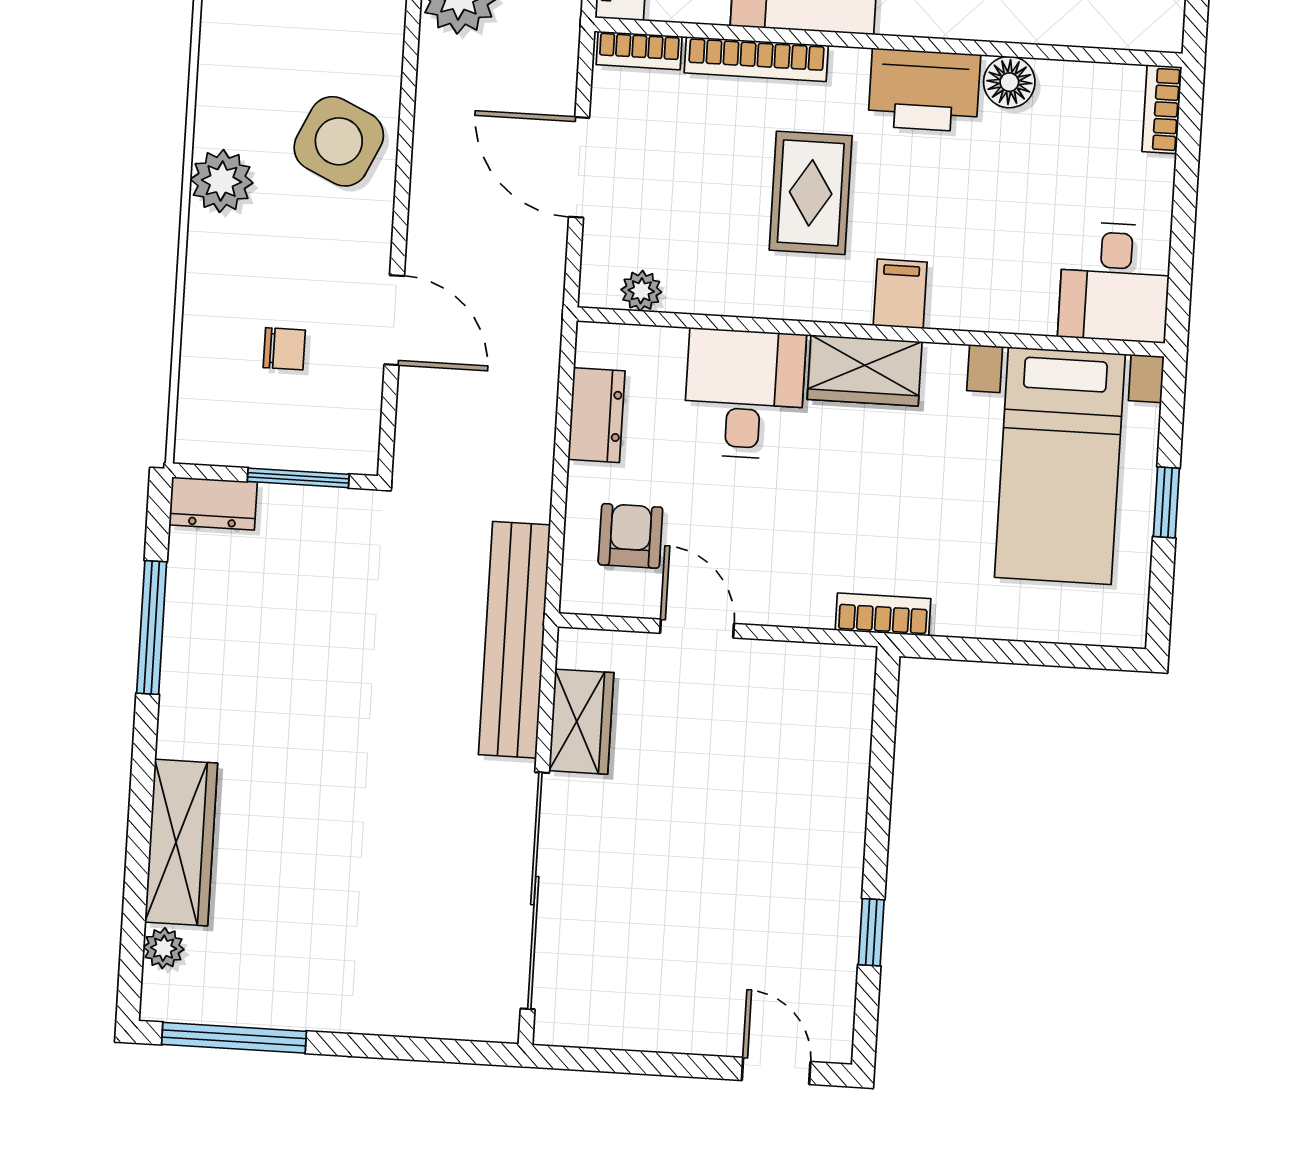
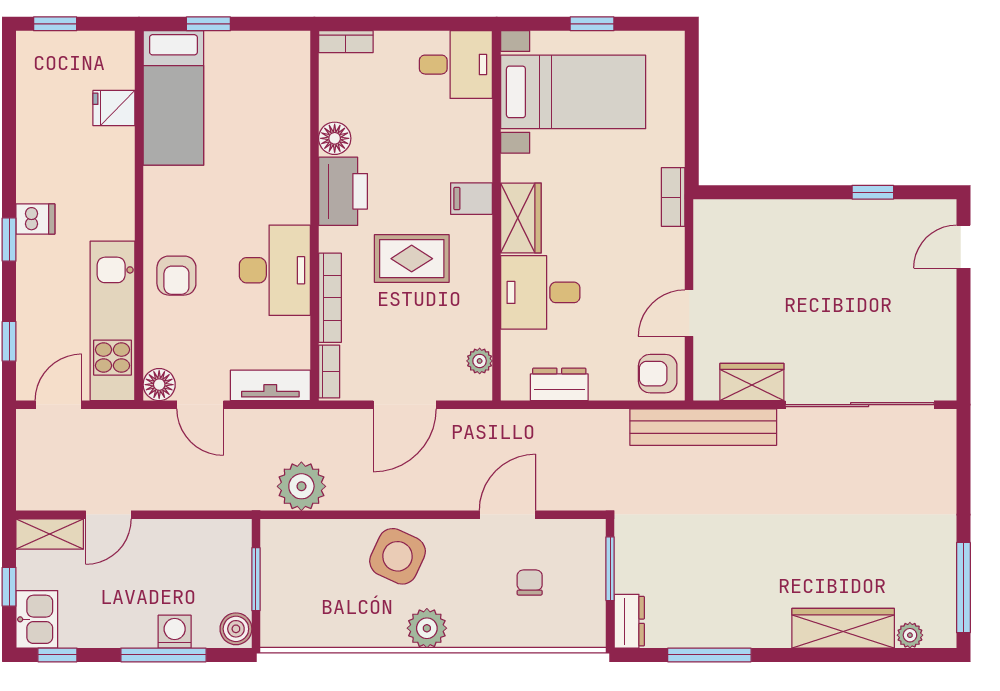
armchair: (630, 536) -> (658, 374), moved

